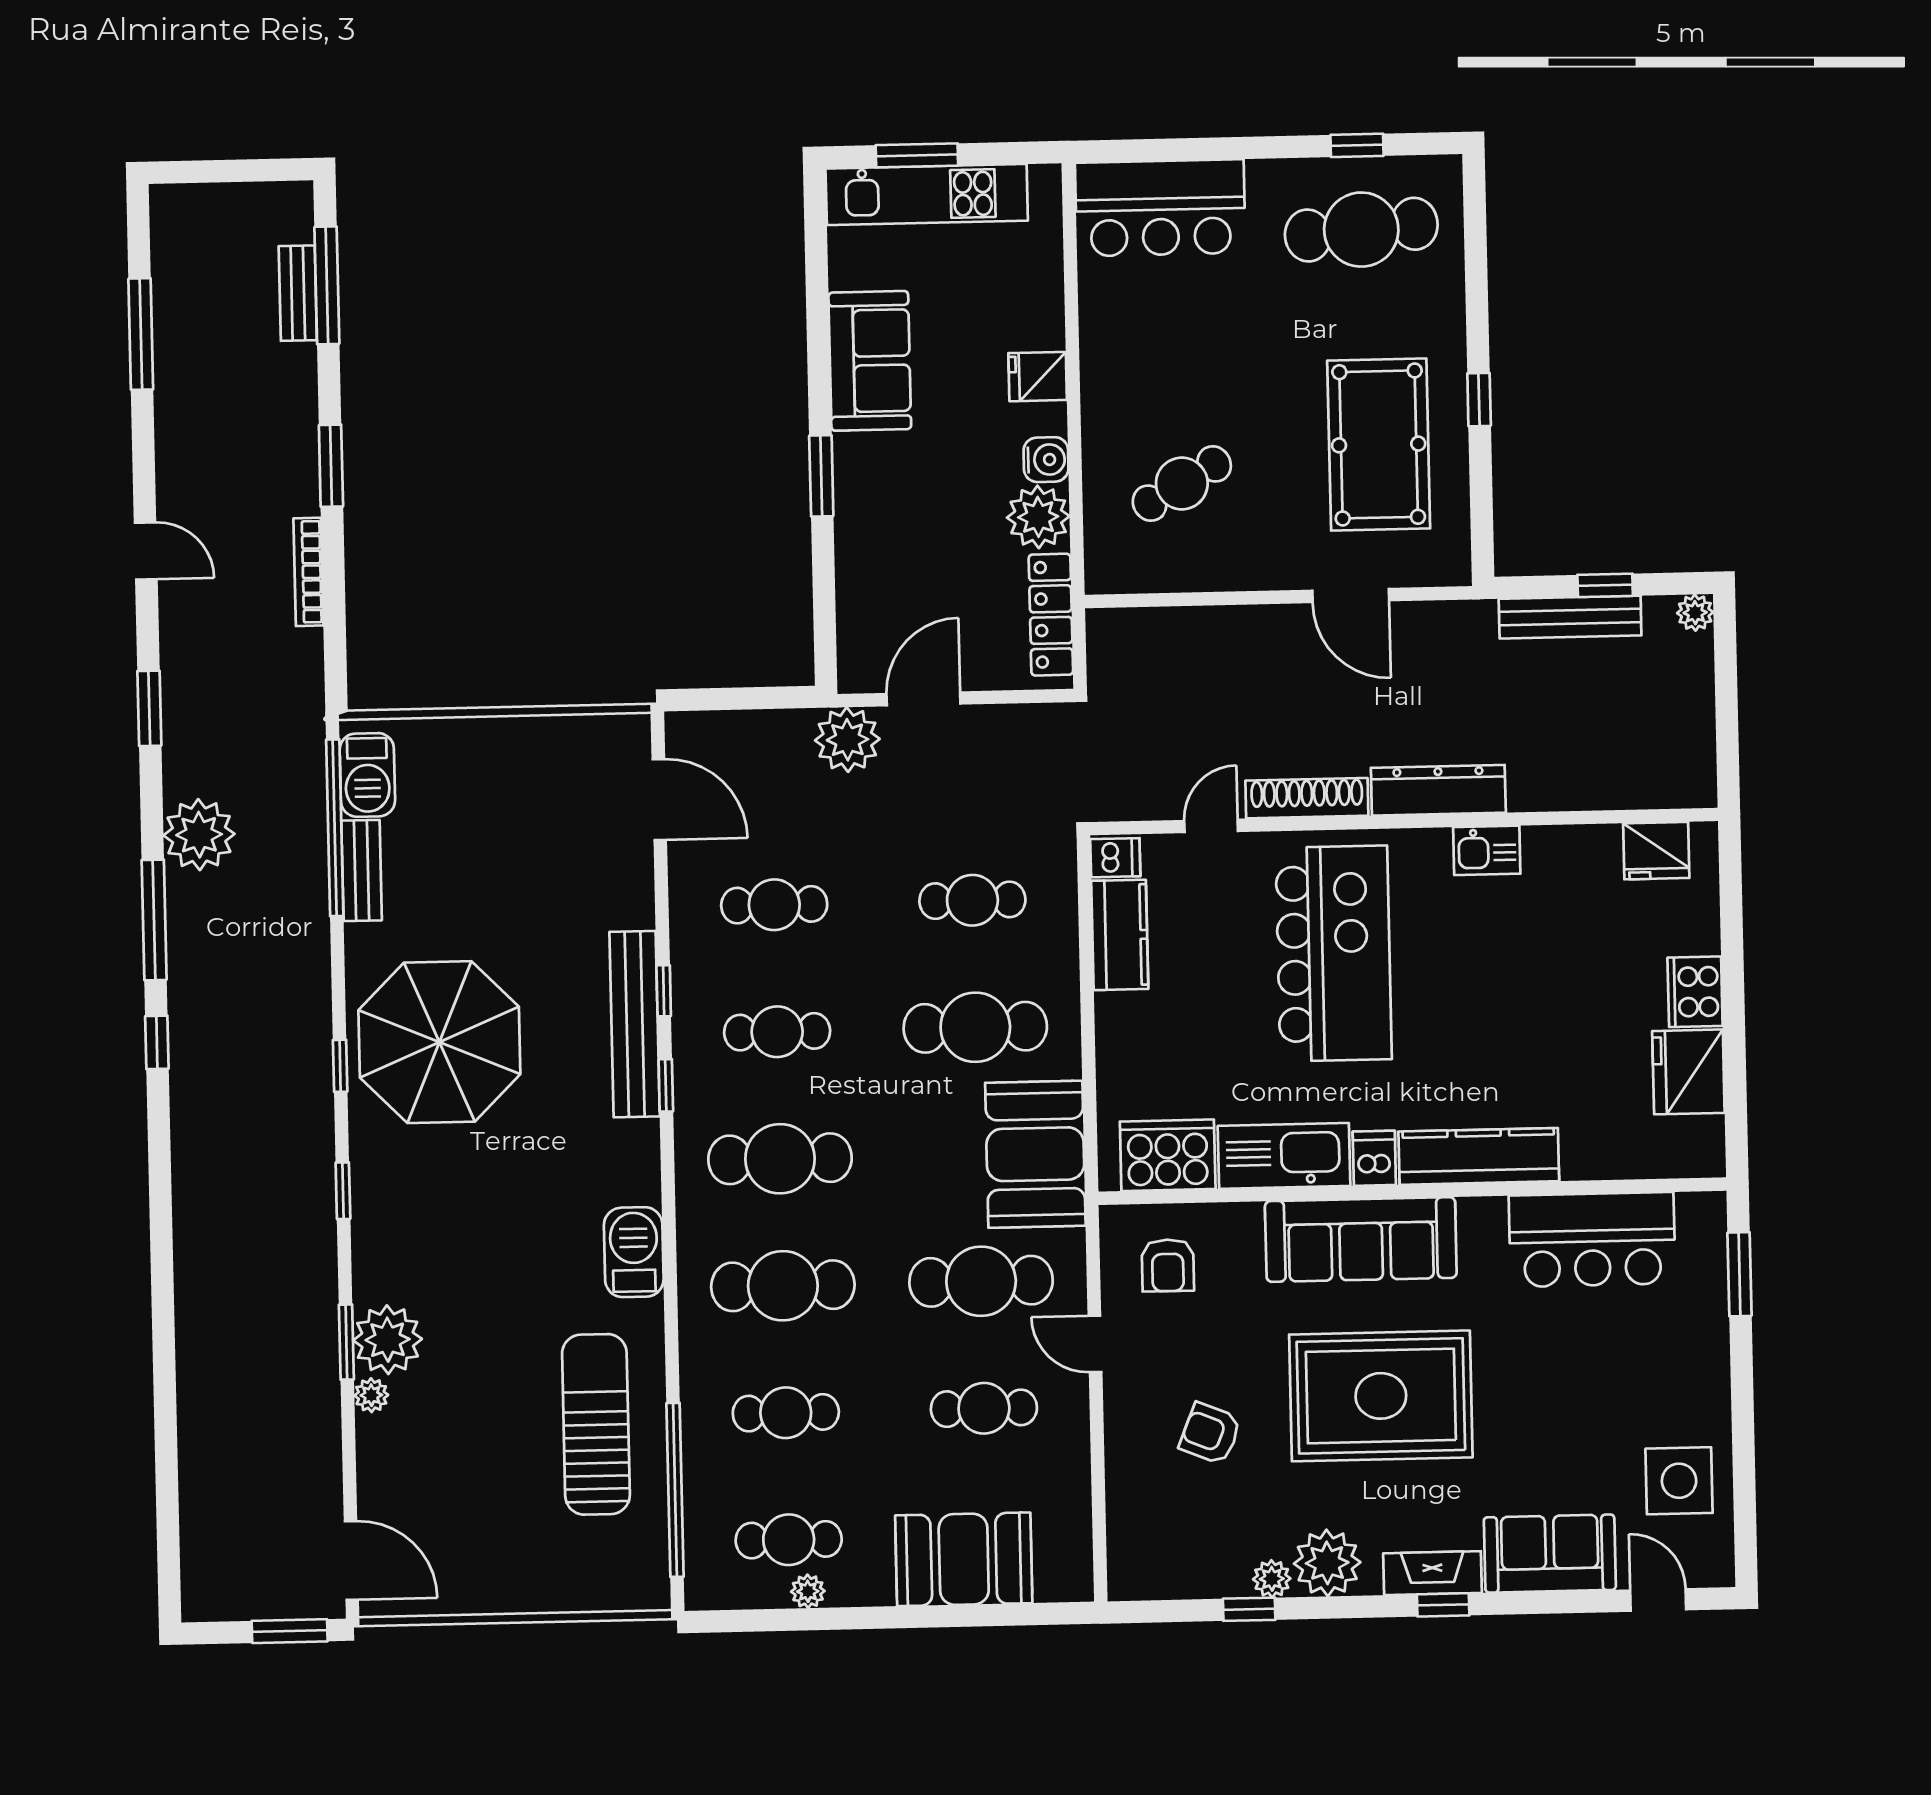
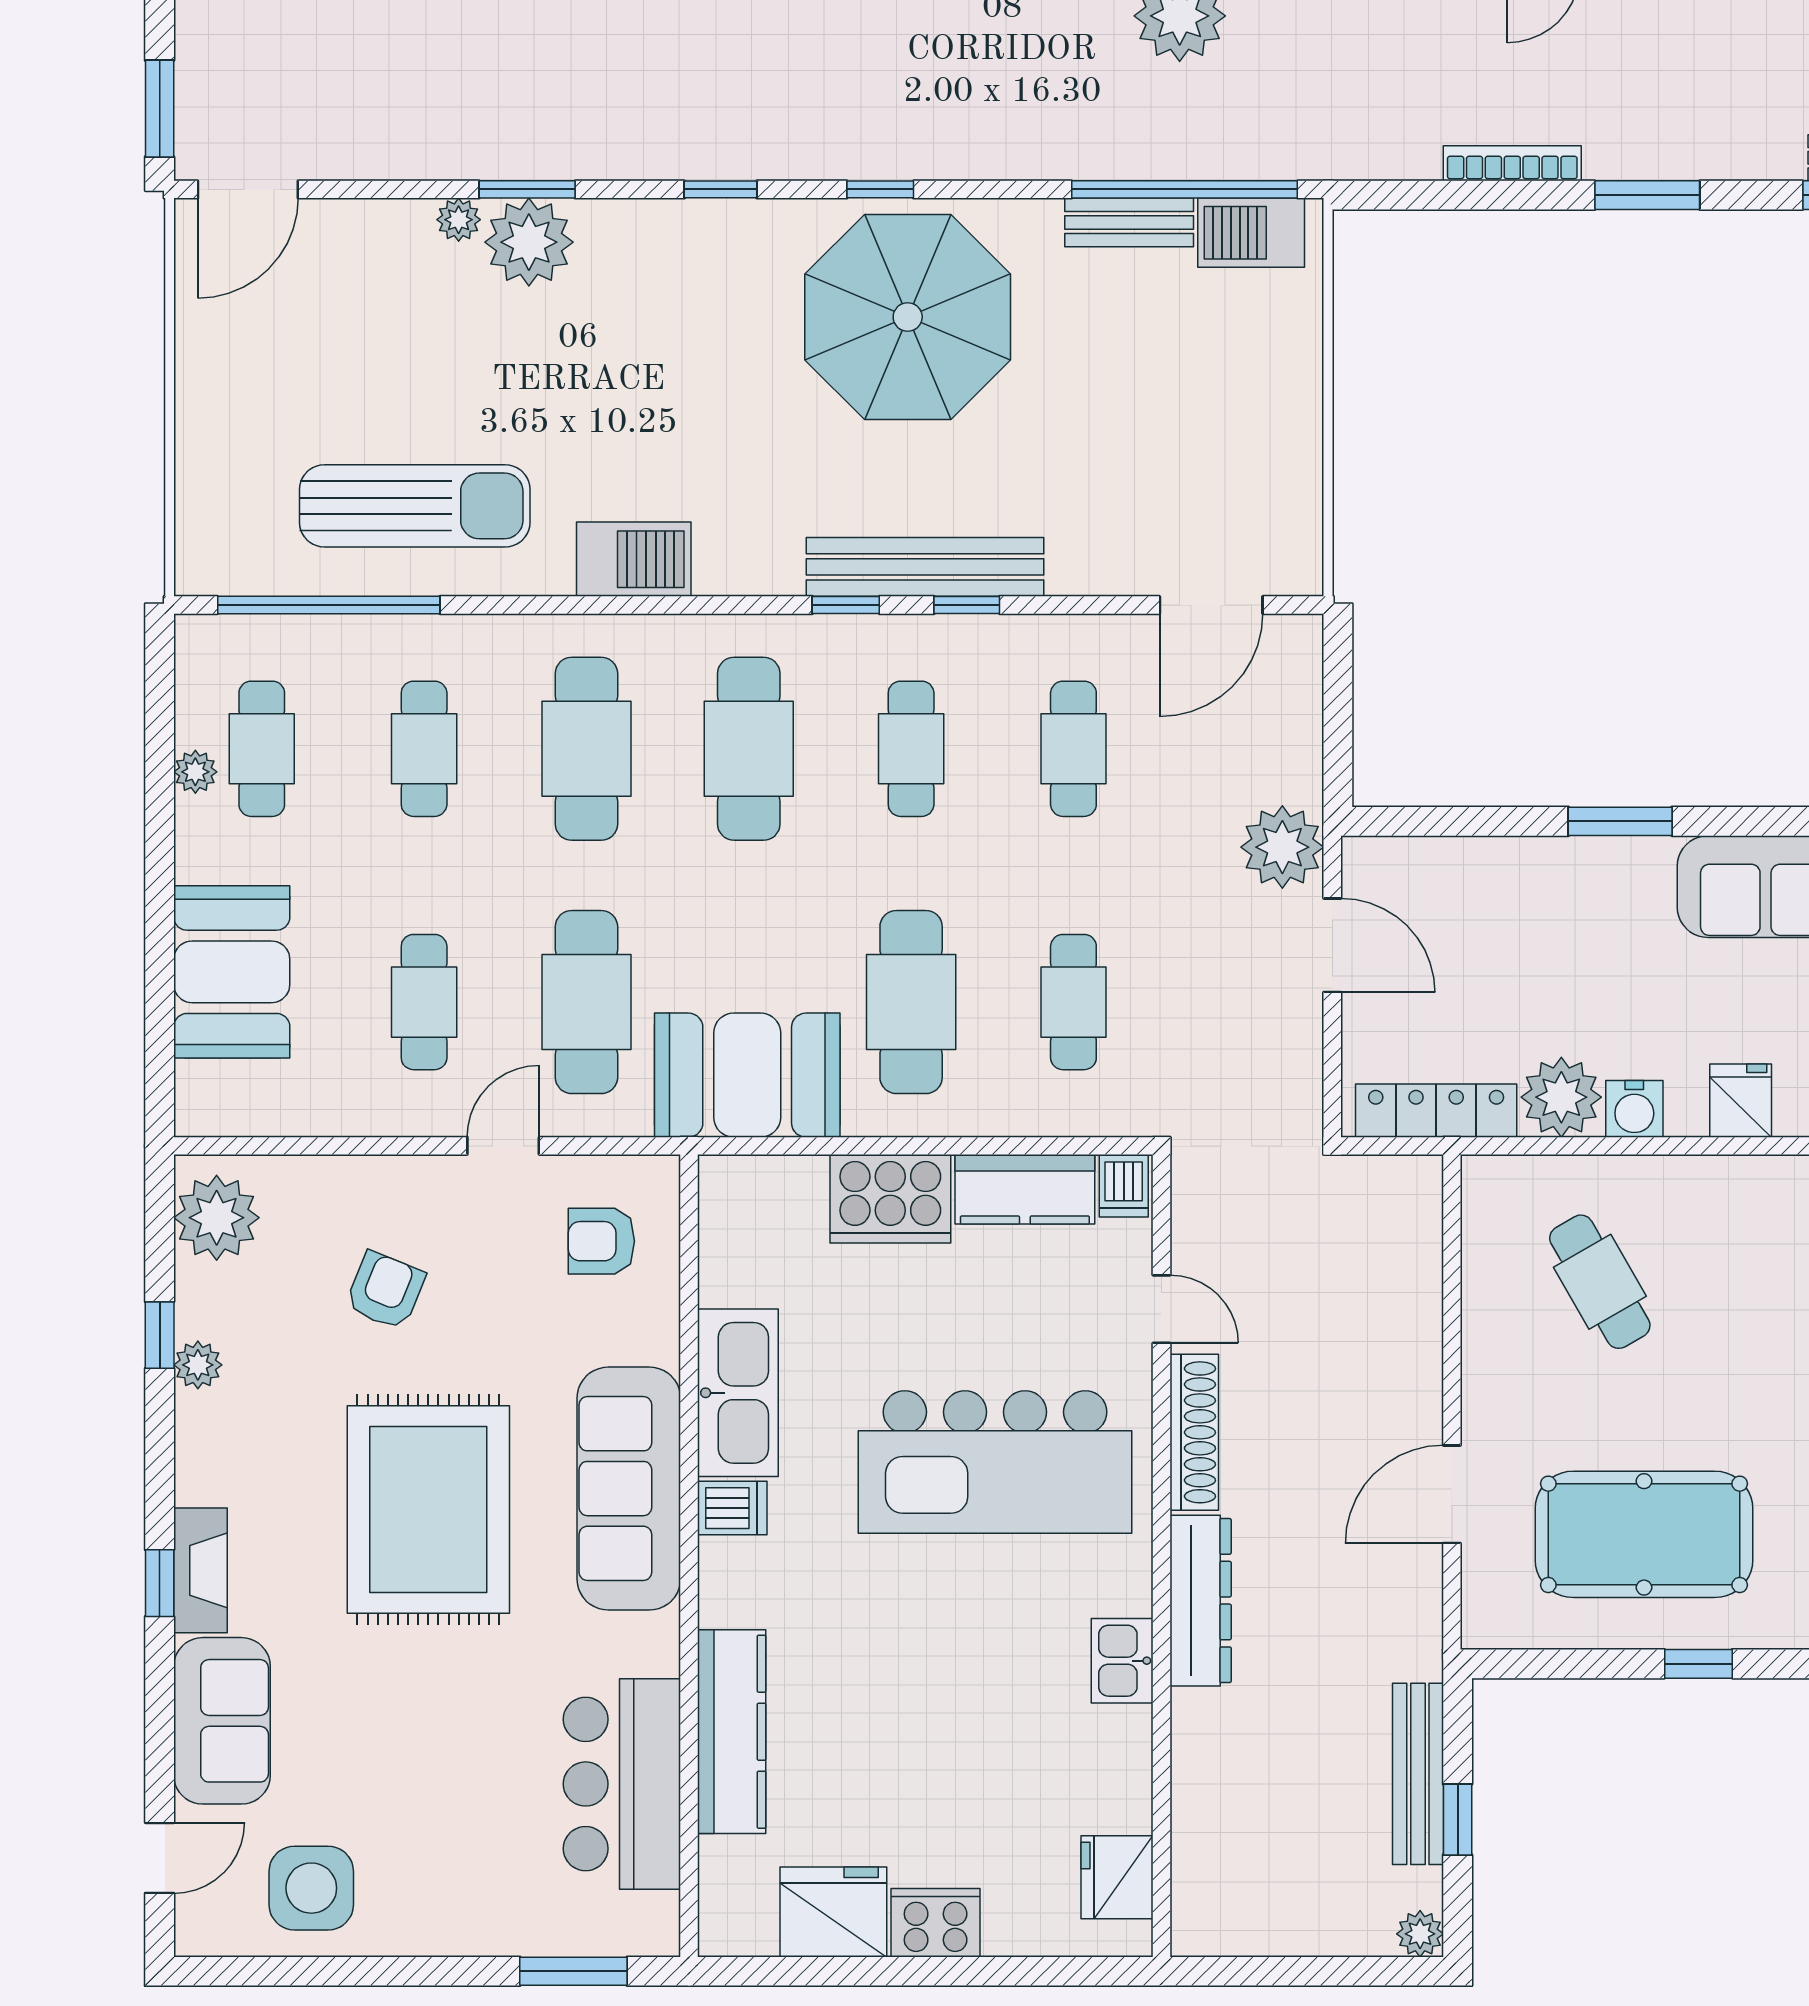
cooker: (1168, 1155) -> (890, 1199), moved, turned 90
kitchen counter: (1479, 1156) -> (732, 1732), moved
plant: (1327, 1563) -> (217, 1218), moved

